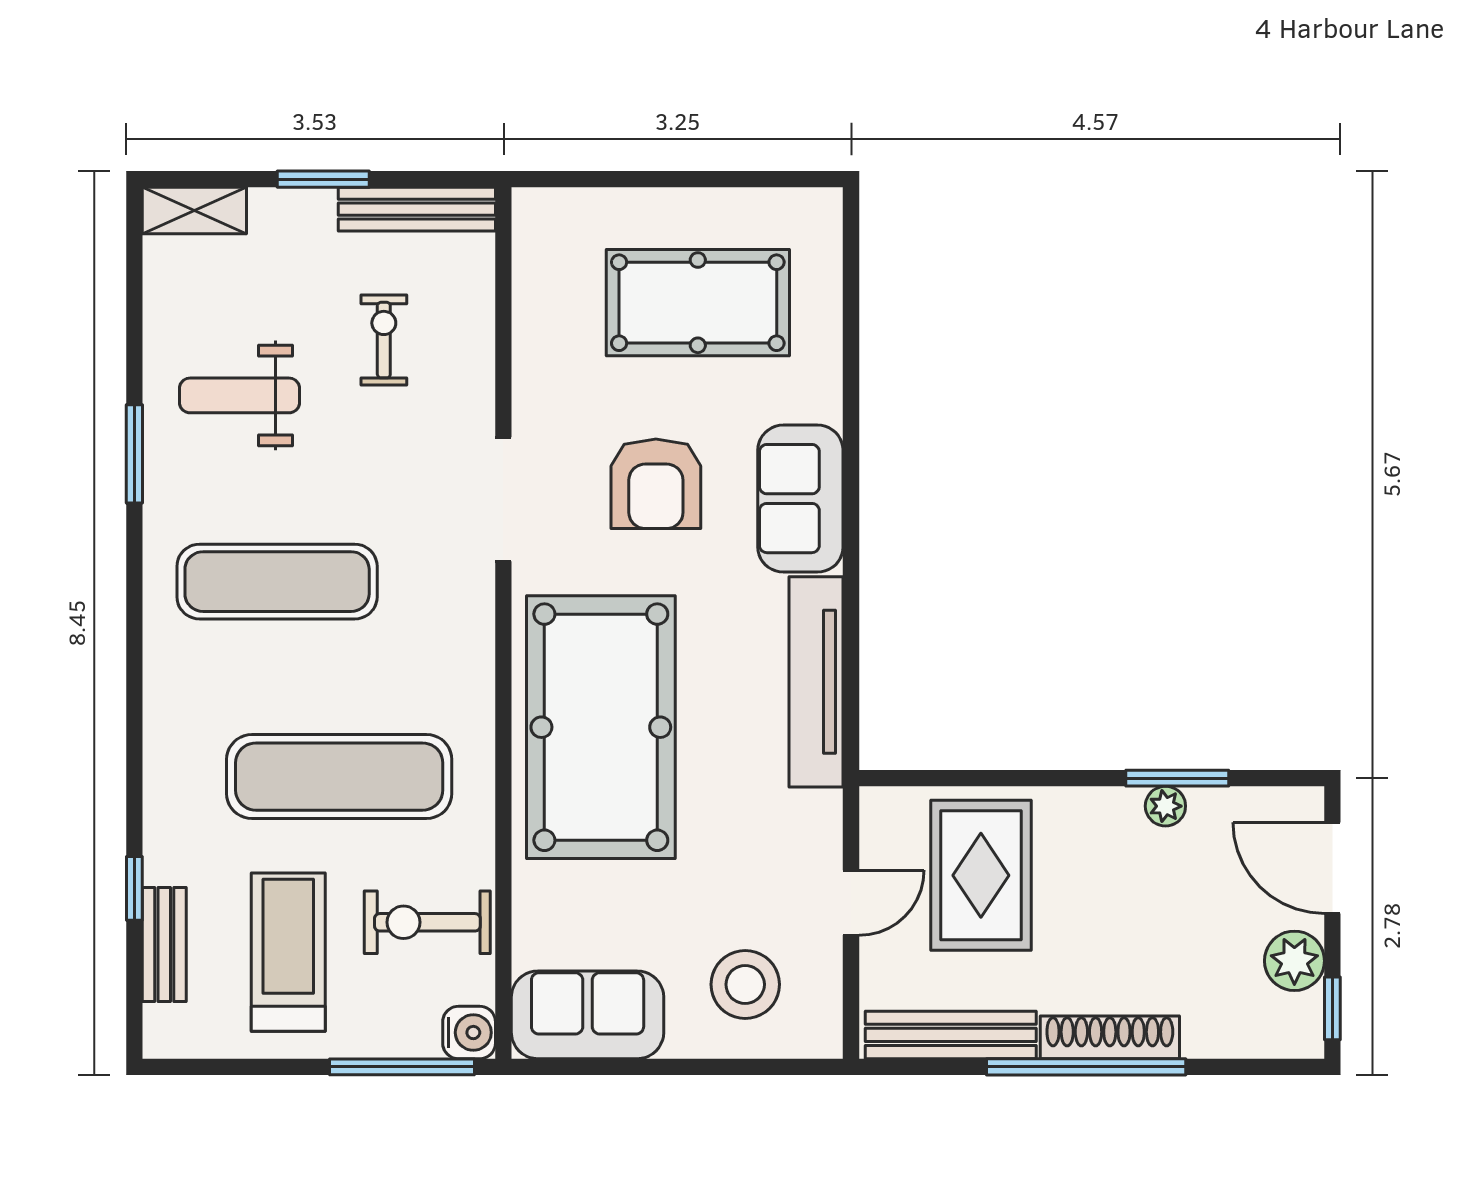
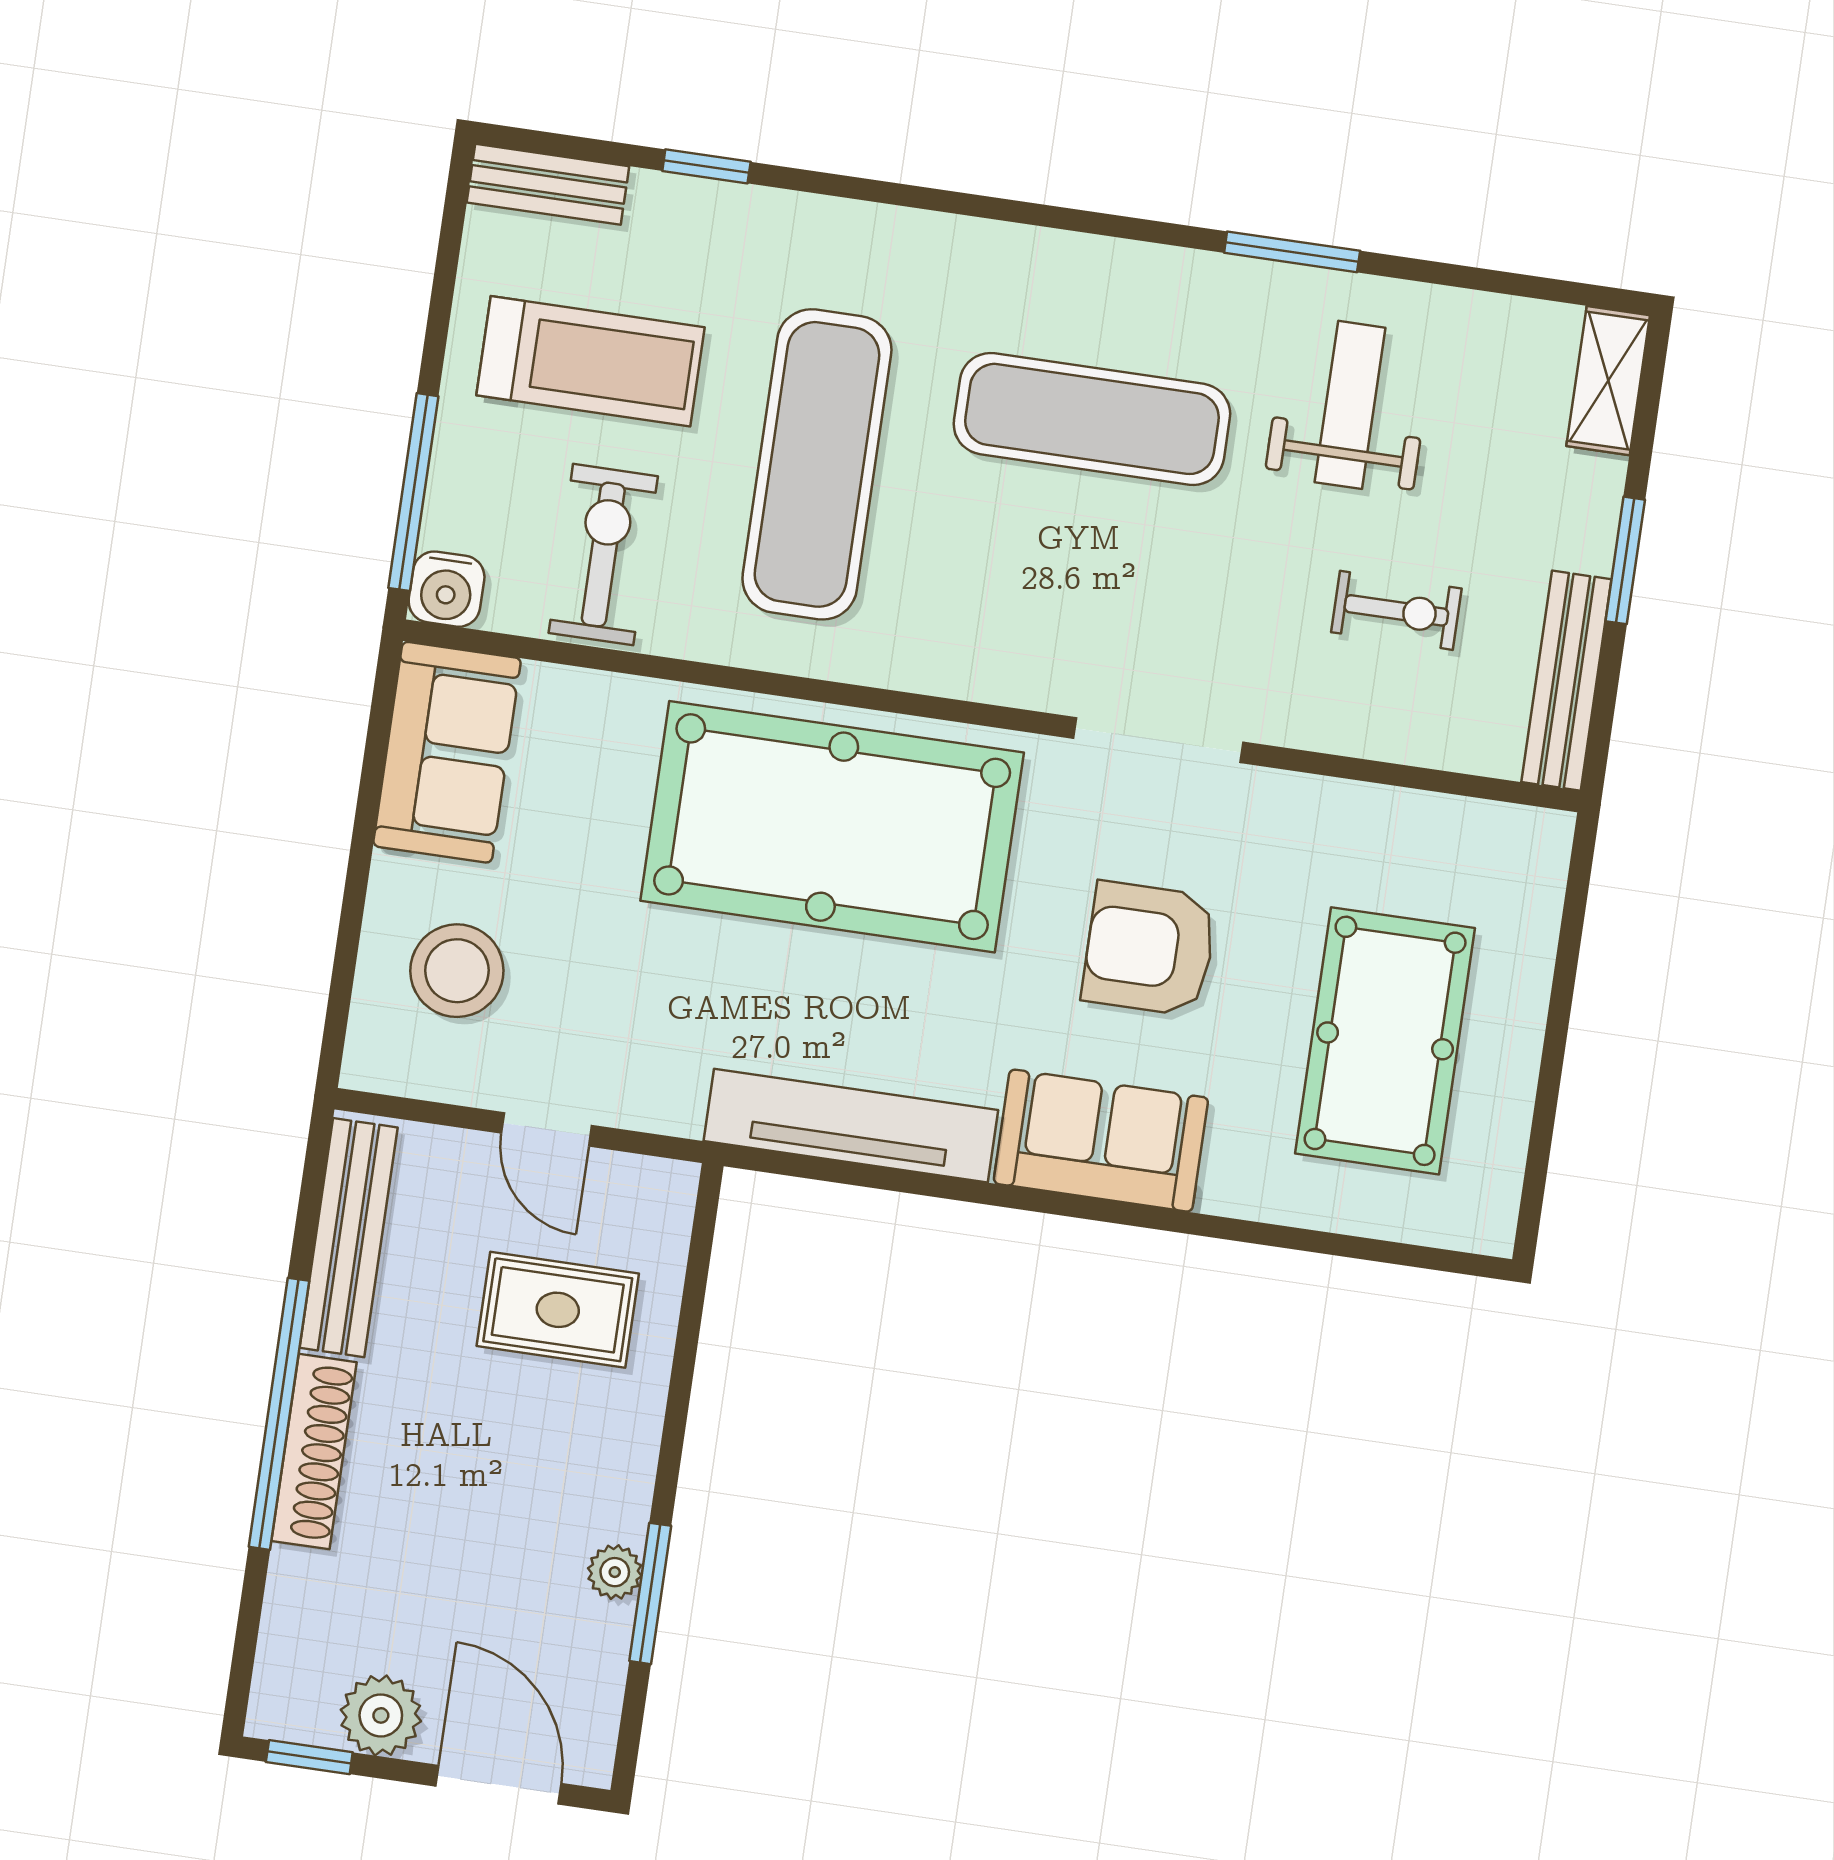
exercise mat: (277, 582) -> (1092, 419), turned 90
door: (1332, 868) -> (499, 1785), hinge flipped
rug: (981, 875) -> (558, 1310), width x0.73, depth x0.70
bench: (164, 945) -> (548, 184), moved

